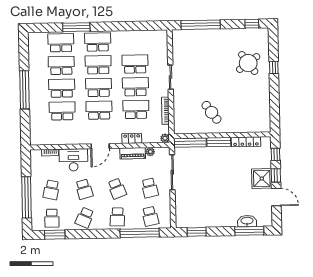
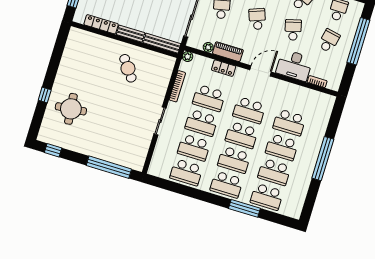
school desk: (135, 41) -> (186, 172), added
round table: (248, 63) -> (71, 109), turned 30

